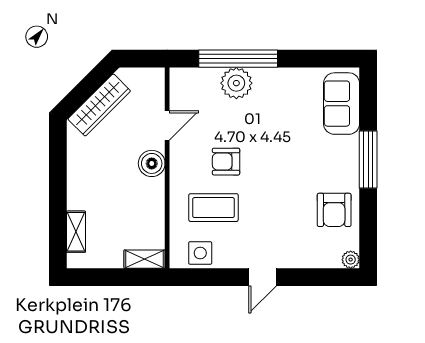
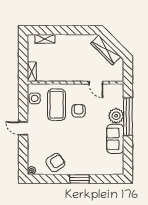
sofa: (342, 104) -> (115, 139), moved, turned -90
window: (368, 160) -> (80, 179), width x0.69
boiler: (152, 163) -> (78, 75), removed
coffee table: (213, 208) -> (56, 105), width x1.36, depth x1.32
armchair: (334, 210) -> (55, 163), turned 145

